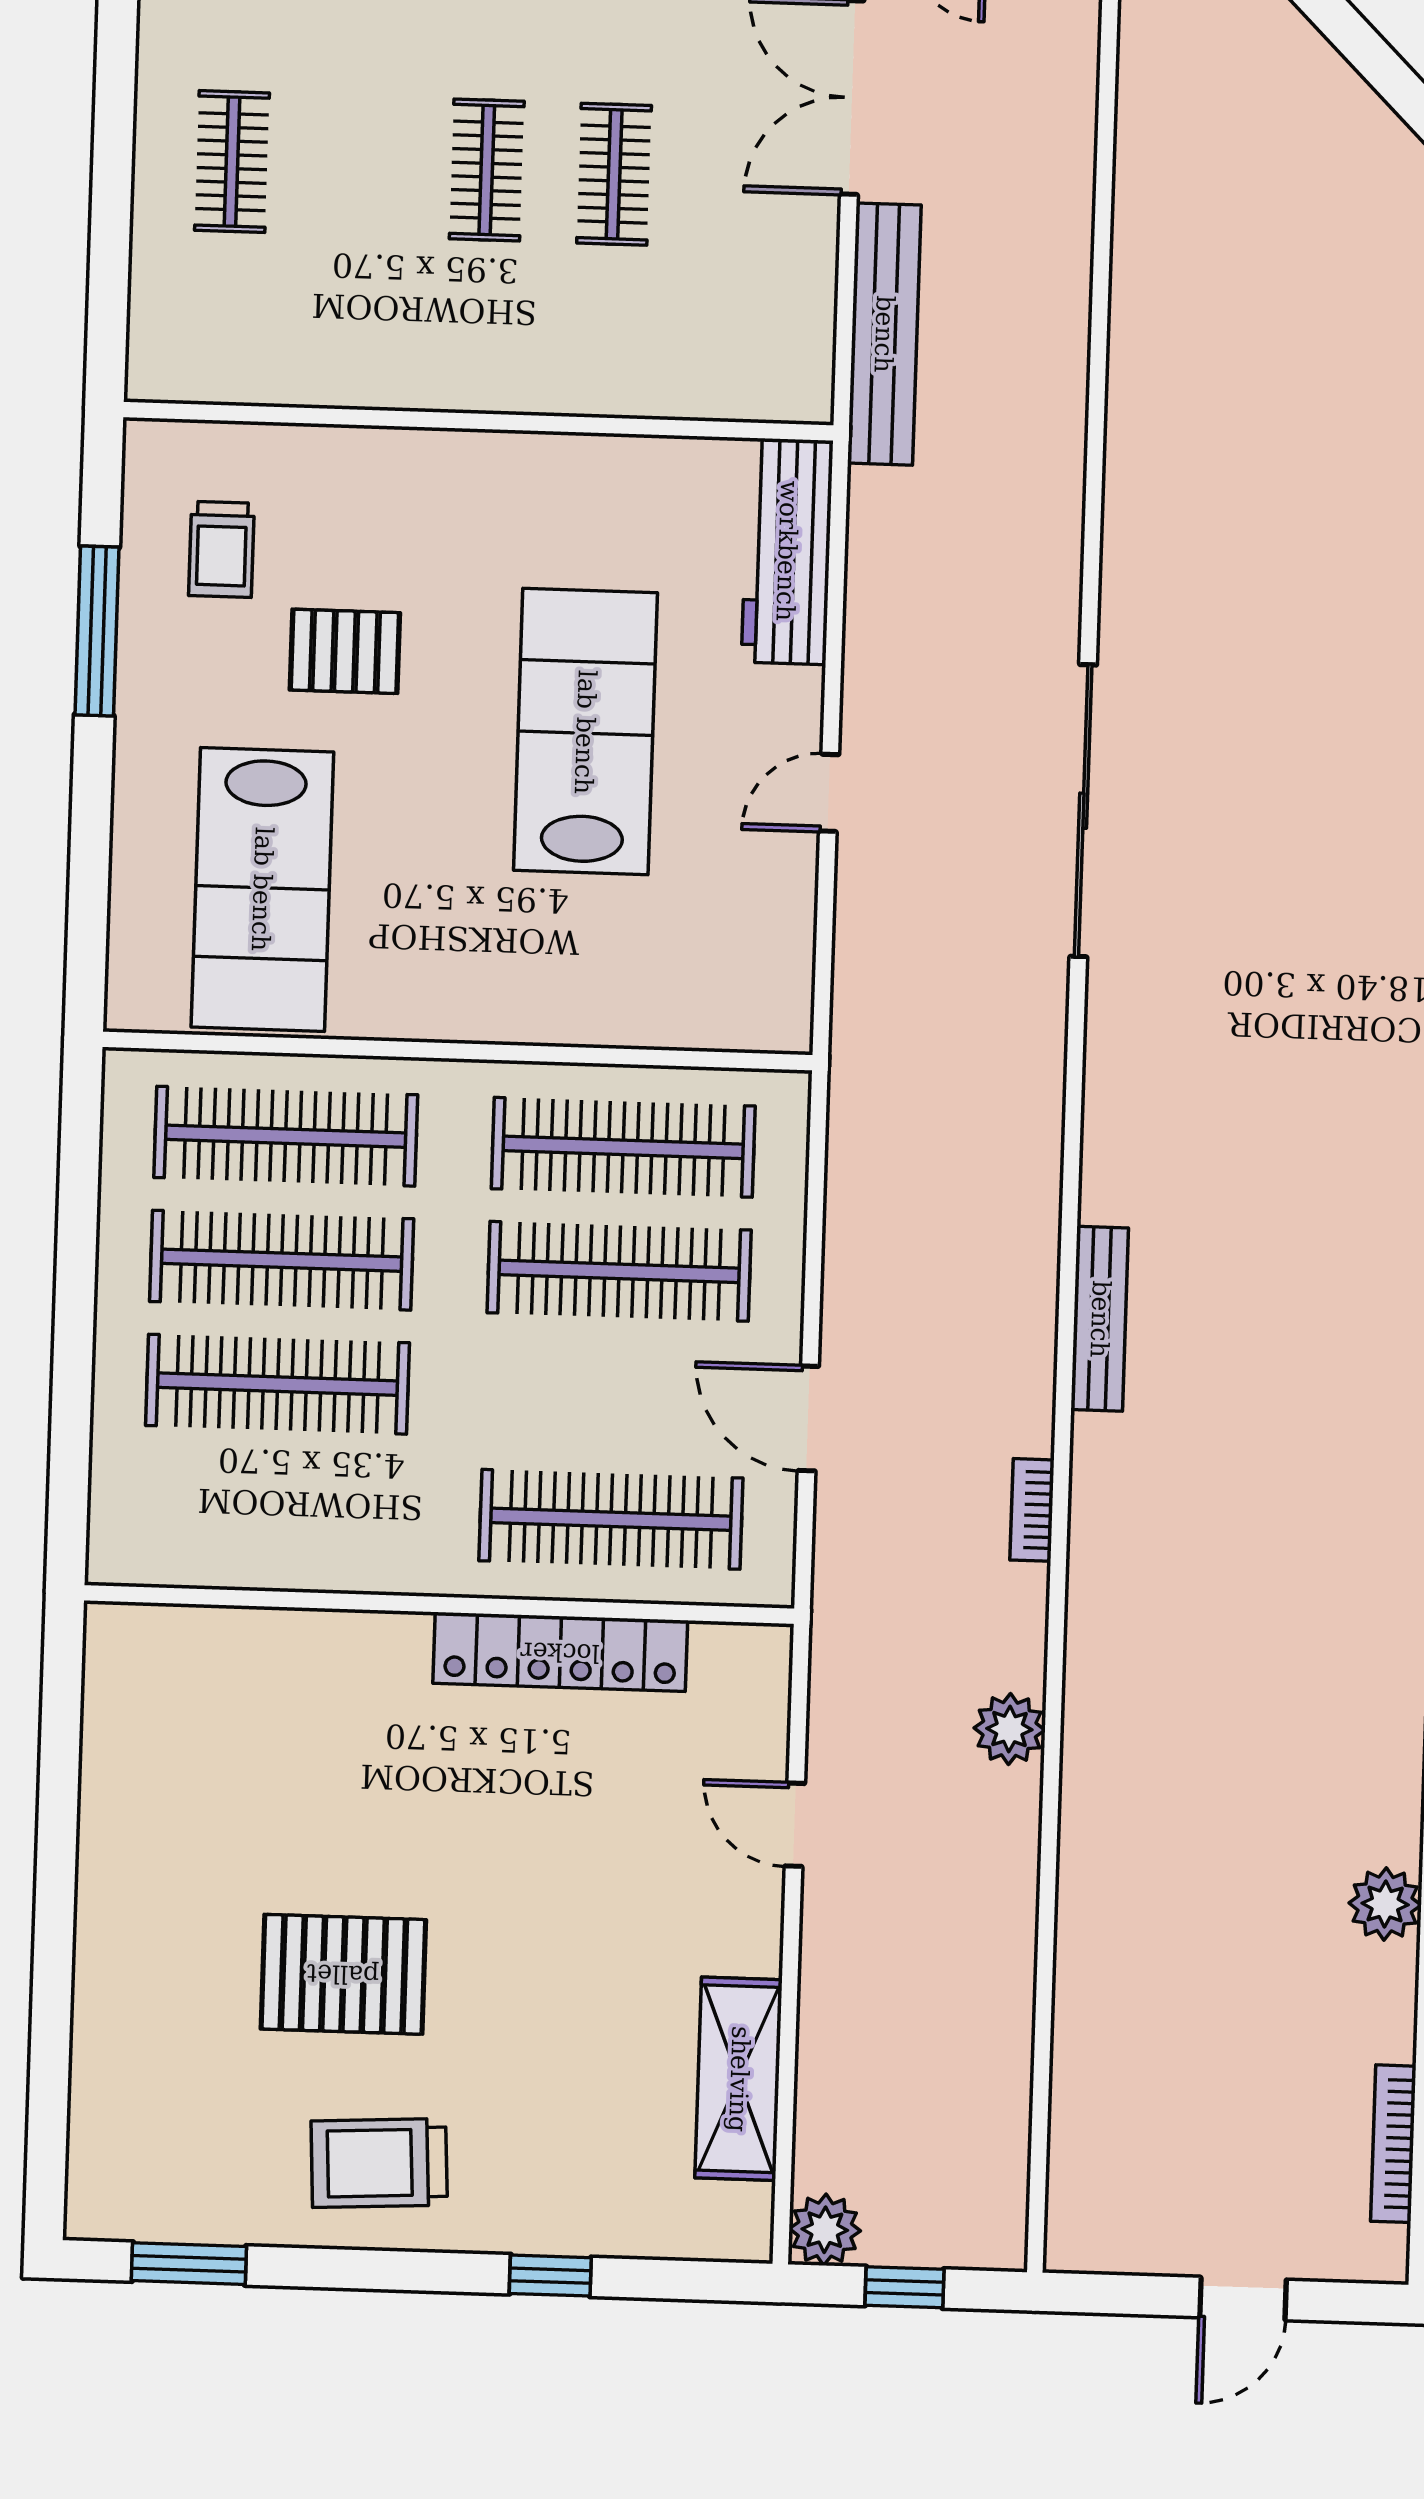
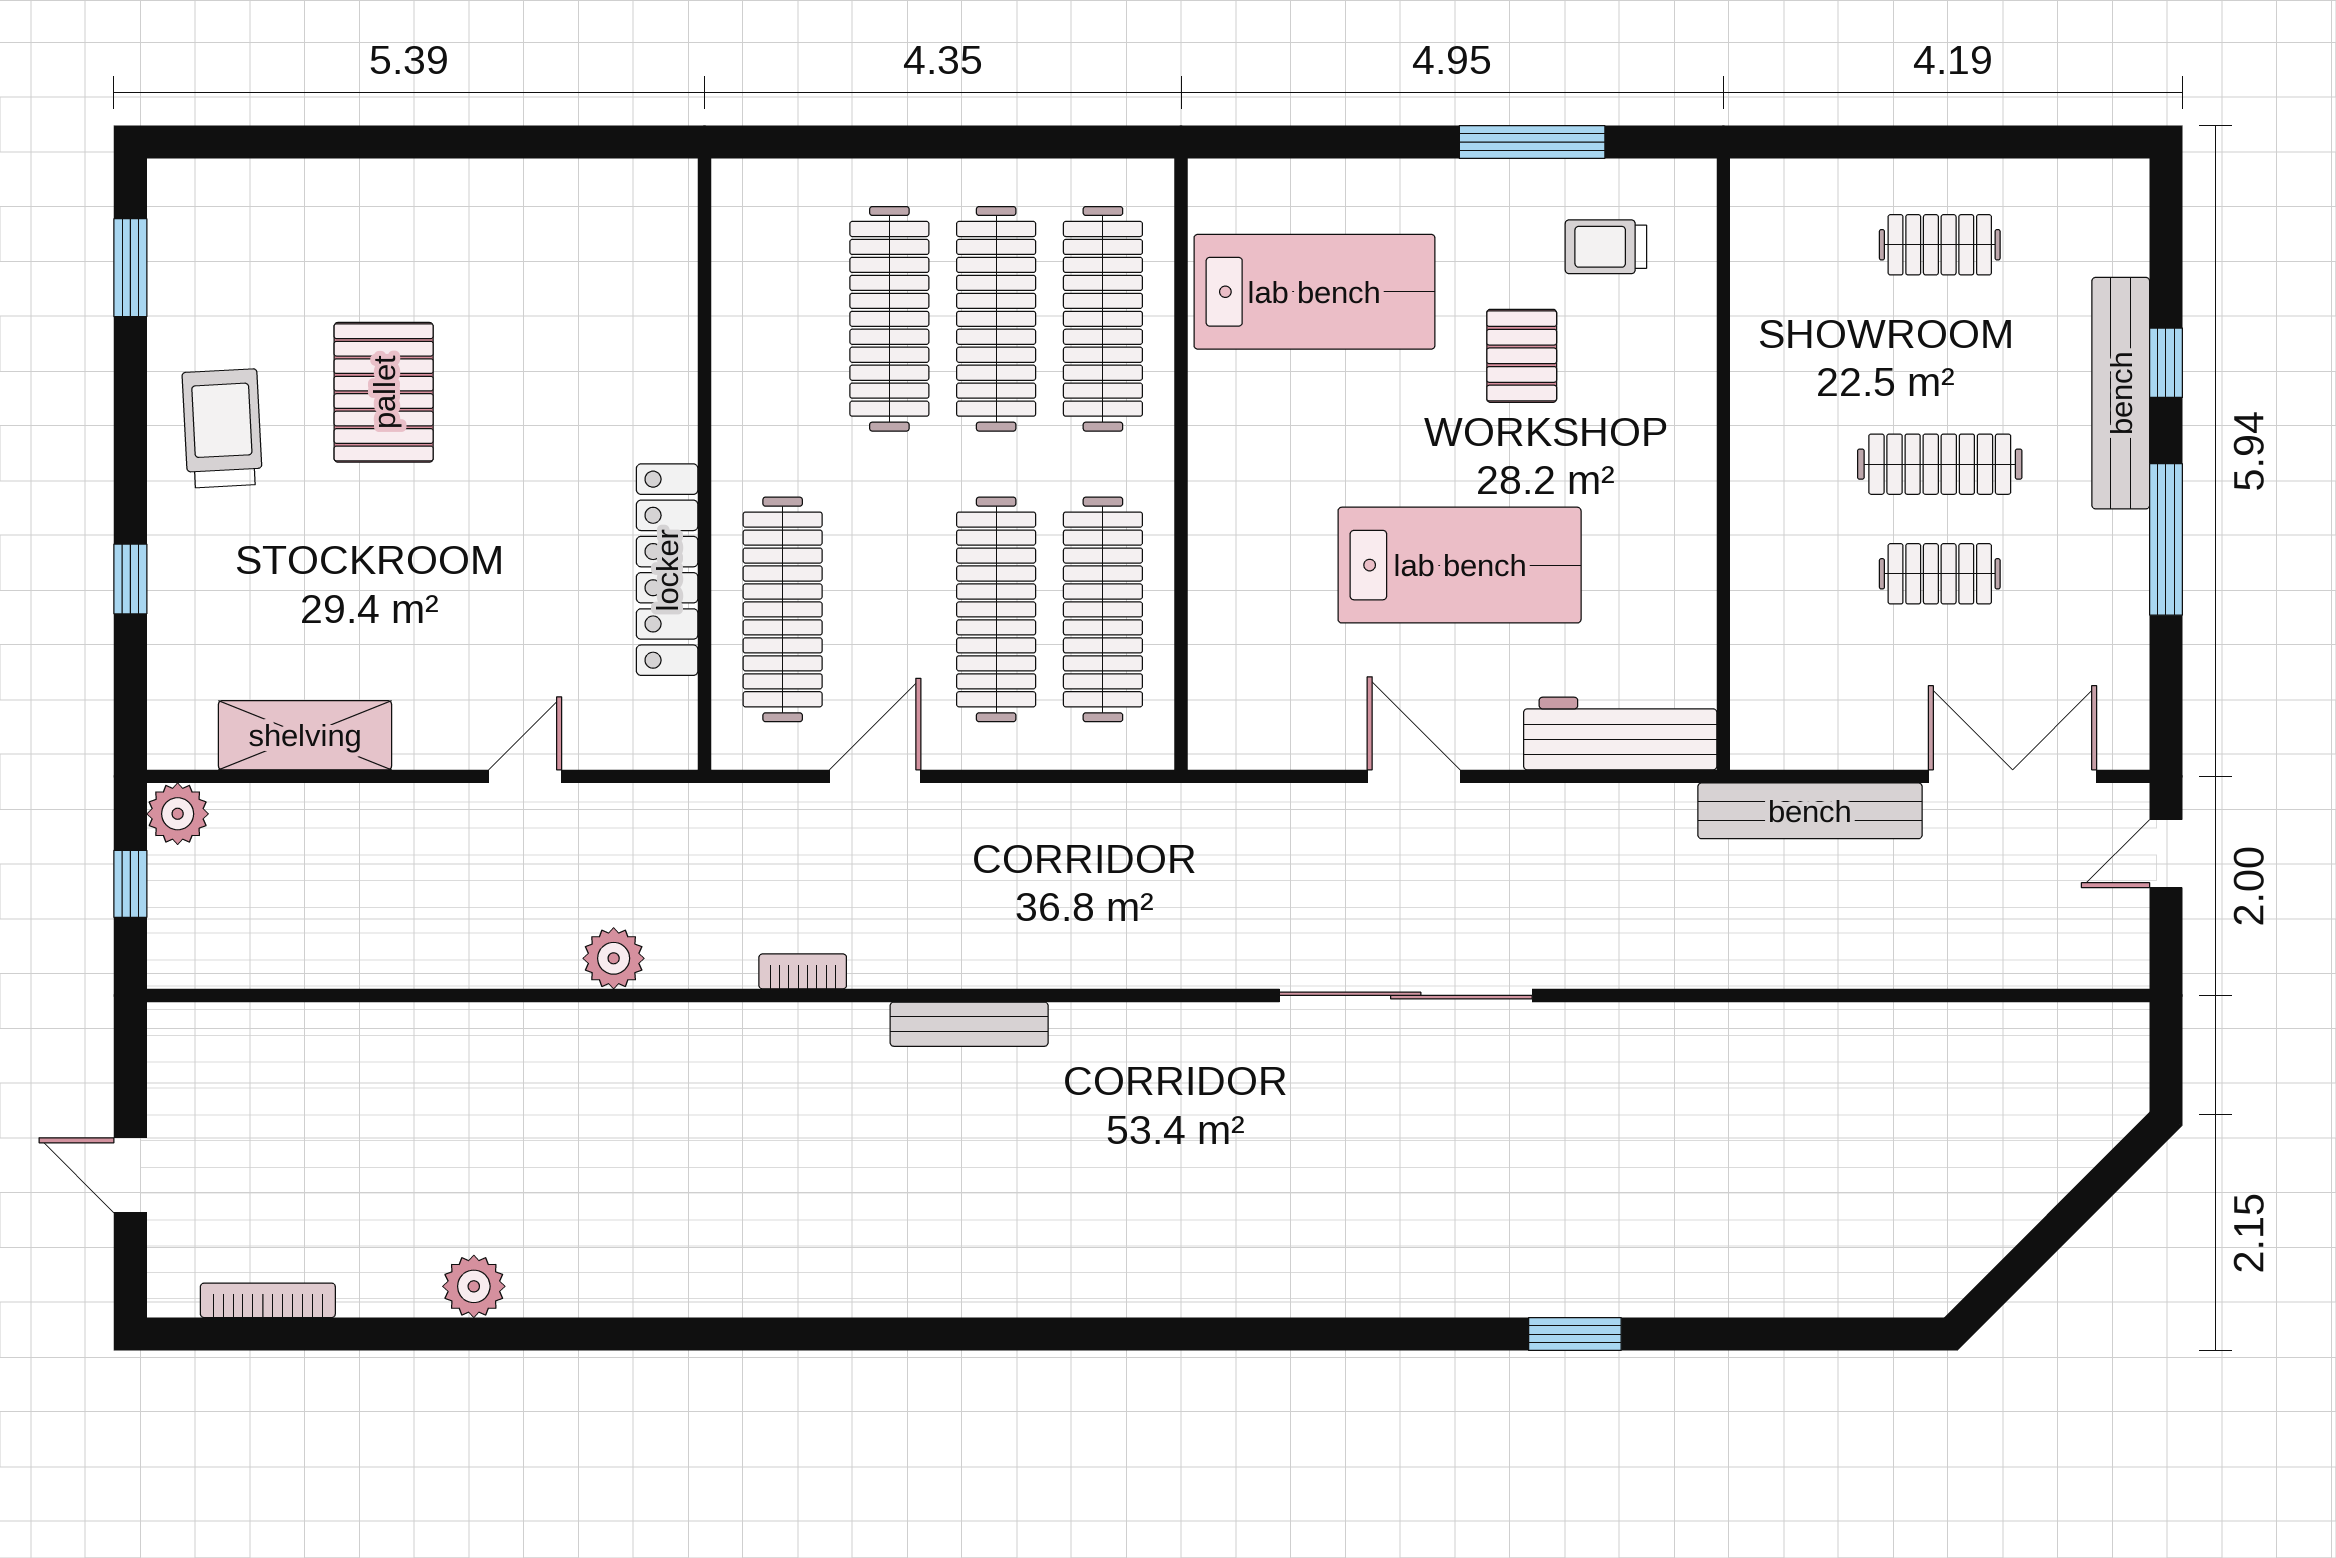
clothes rail: (487, 170) -> (1940, 464), width x1.36
door: (829, 793) -> (1414, 776), width x1.38
lab bench: (262, 889) -> (1314, 292), turned 180

